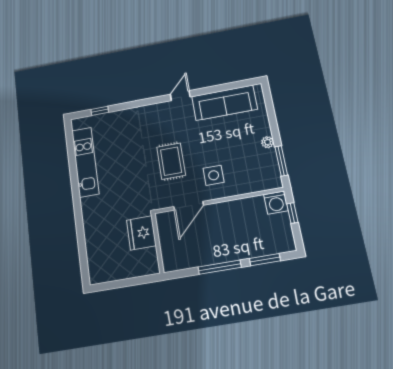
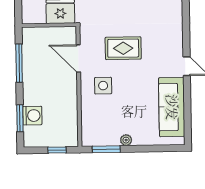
washing machine: (276, 203) -> (32, 116), moved, turned 180
window: (220, 267) -> (19, 63), moved

